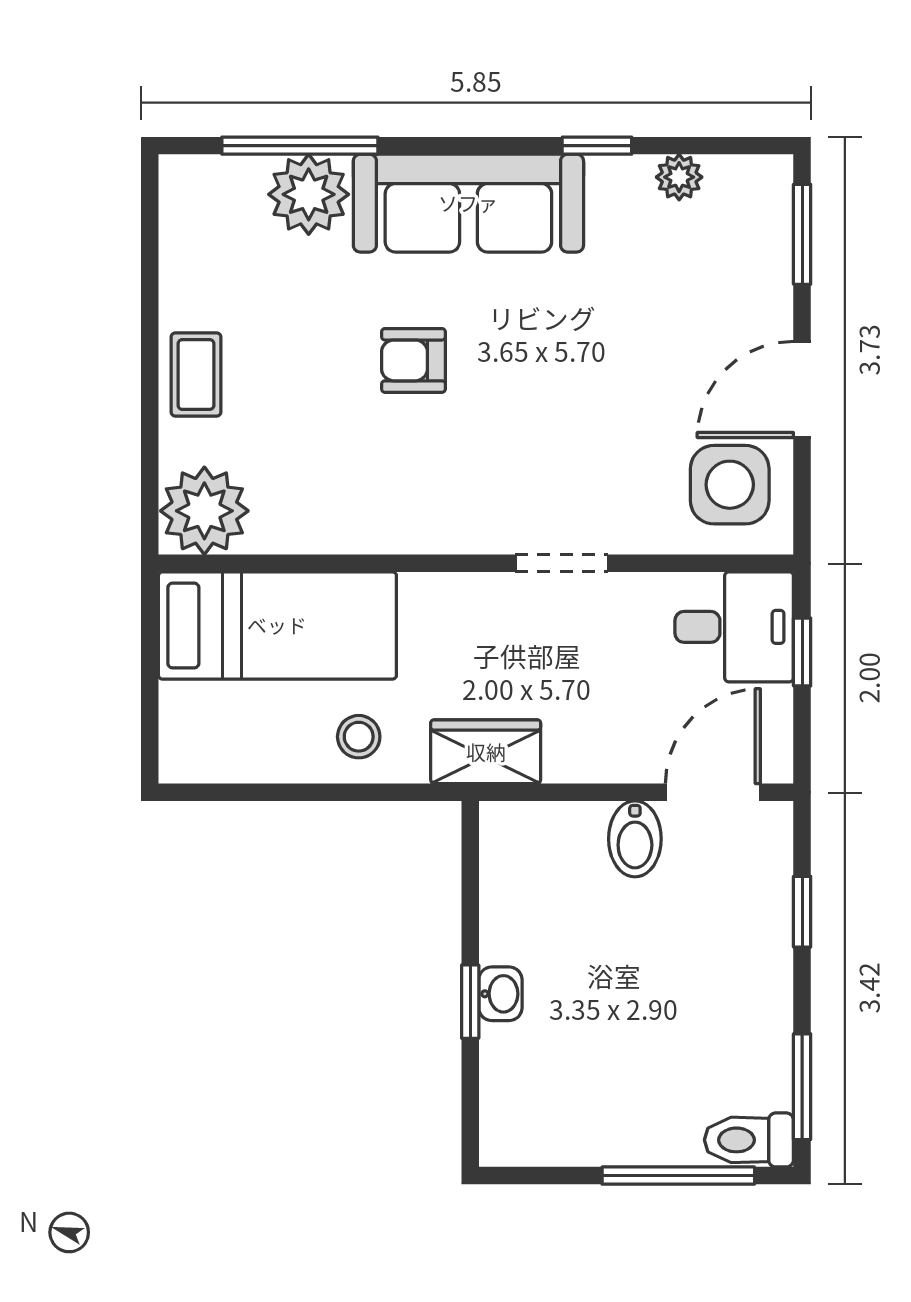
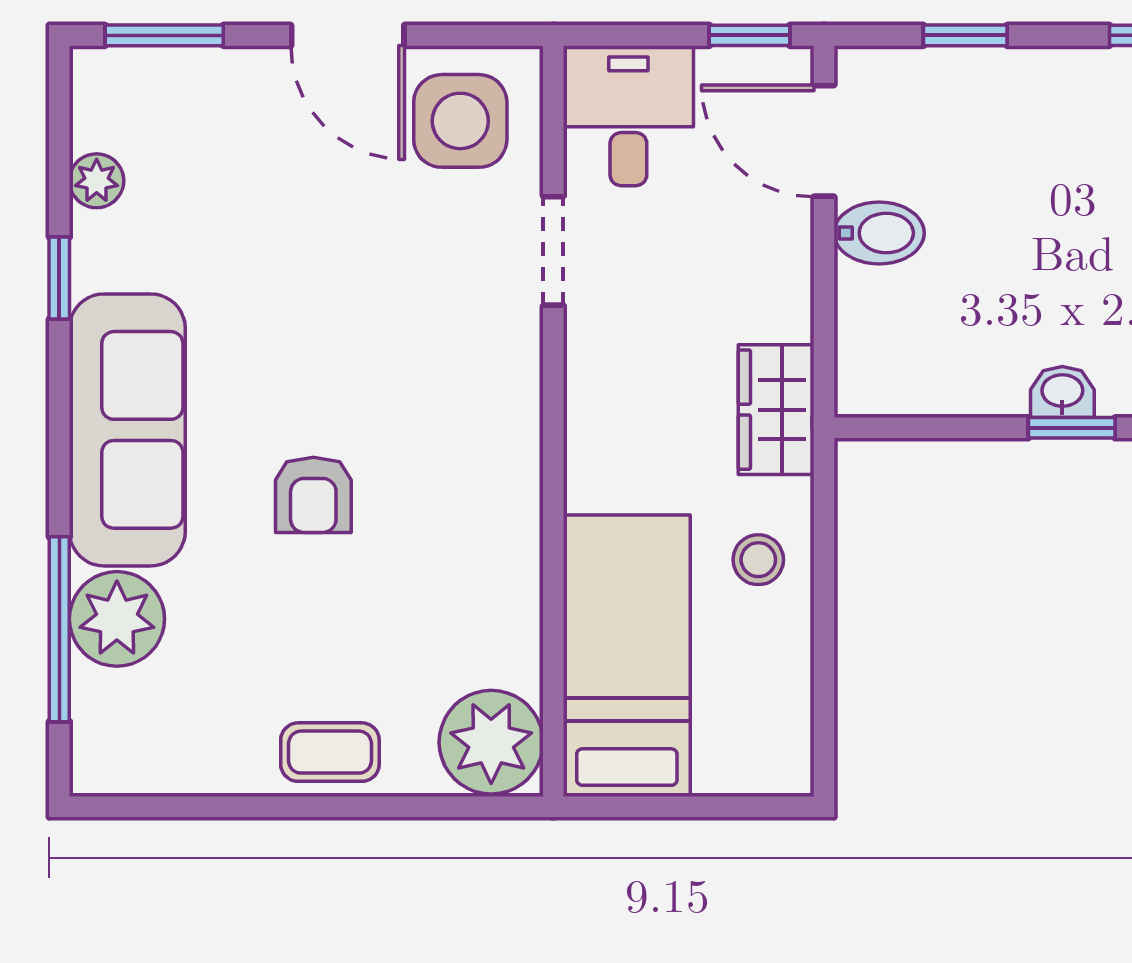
doorway: (562, 563) -> (553, 251), moved
window: (802, 652) -> (750, 35), moved

